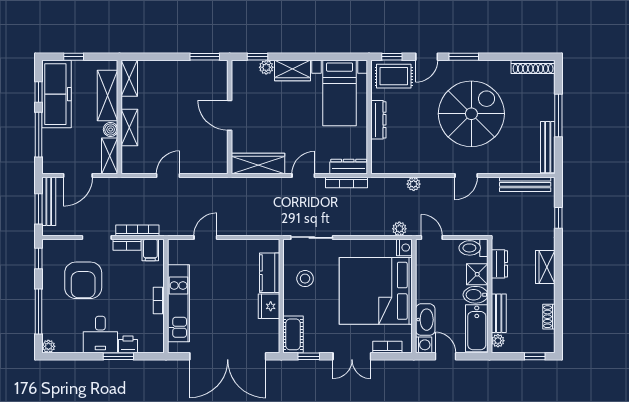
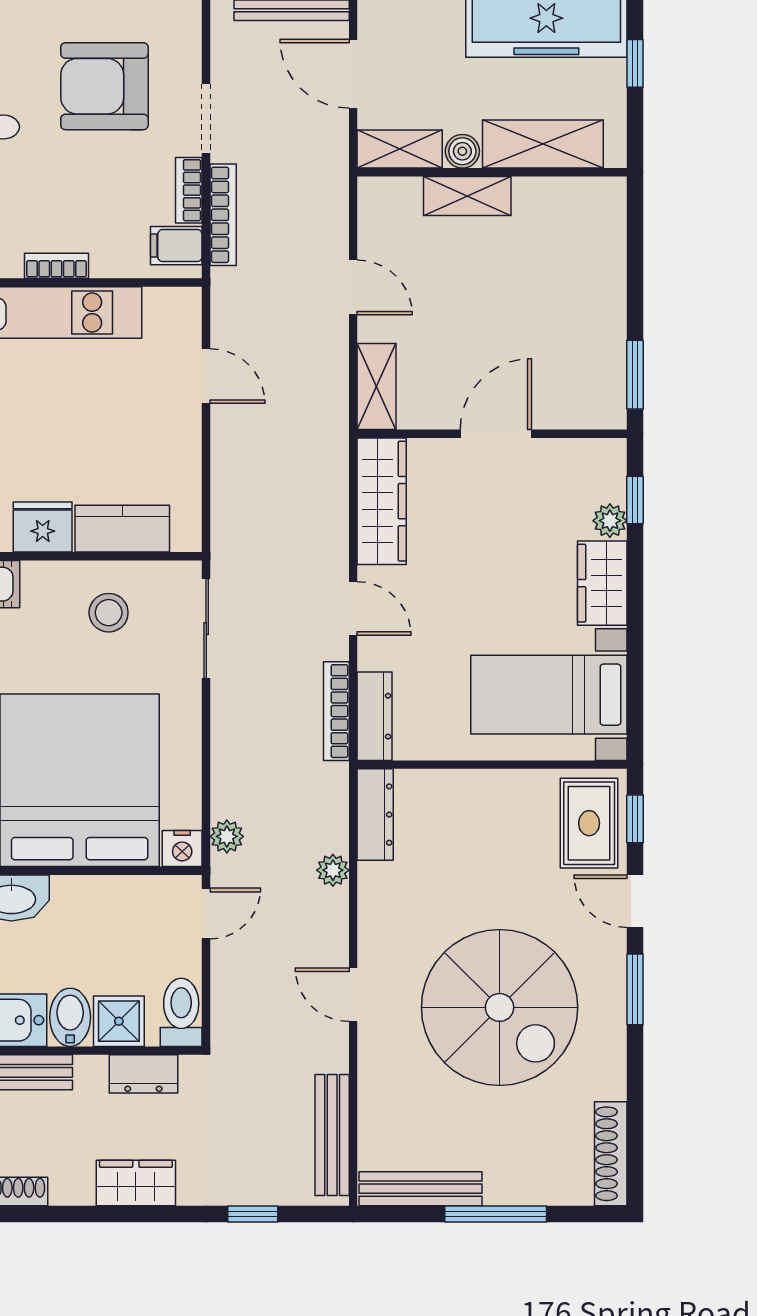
shelving: (129, 78) -> (377, 387), moved, turned 90
dresser: (378, 120) -> (375, 815), moved, turned -90

